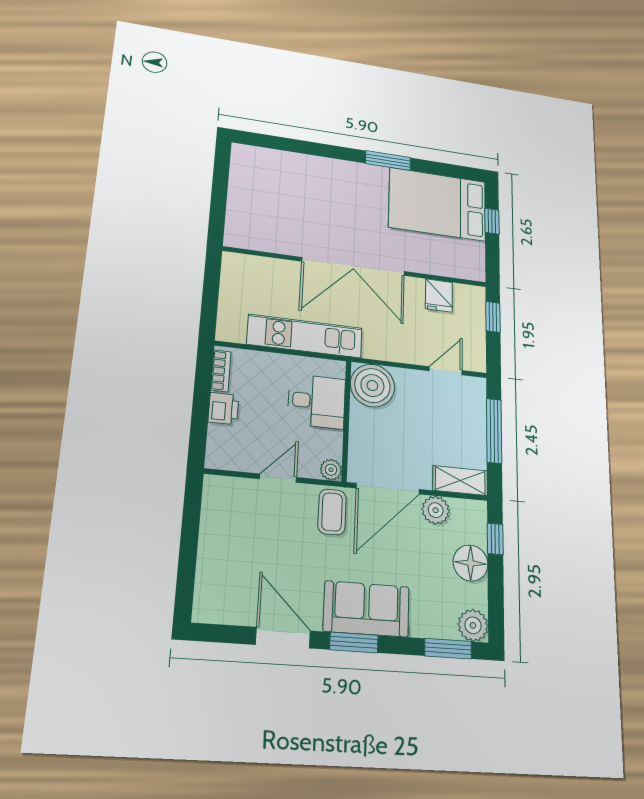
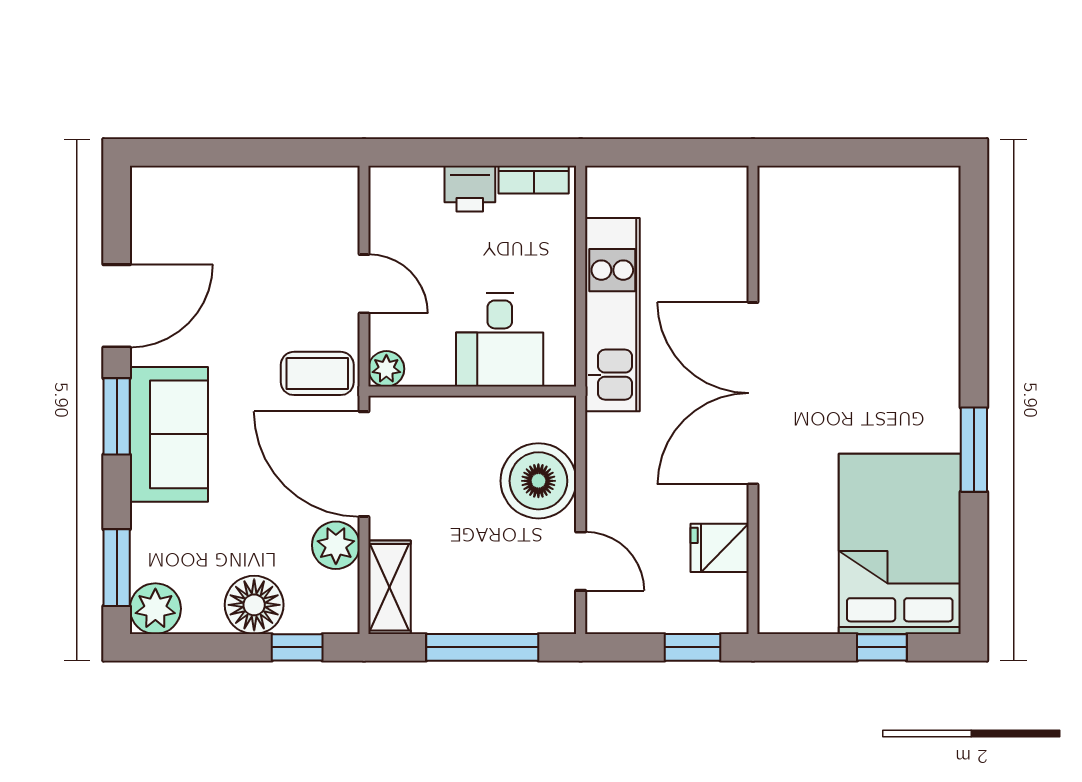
boiler: (372, 386) -> (538, 481), moved

